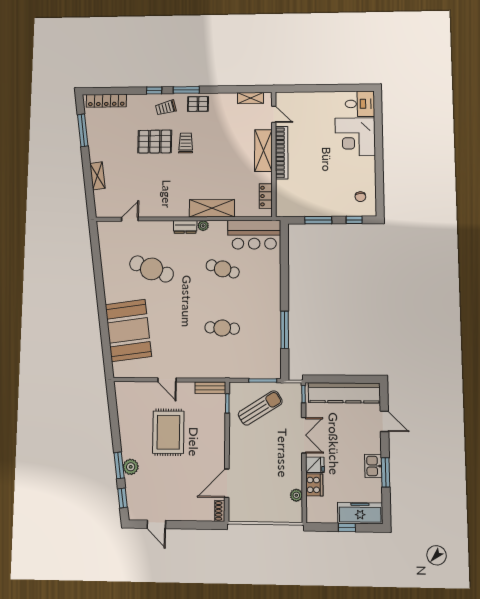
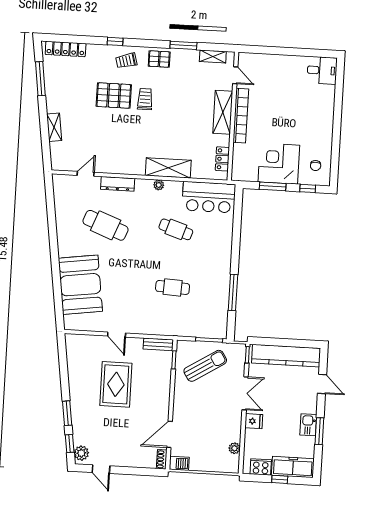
window: (186, 90) -> (183, 45), moved
corner desk: (355, 137) -> (279, 164), moved, turned 90
dresser: (185, 227) -> (118, 184), moved, width x1.44
plant: (131, 467) -> (81, 453), moved
cooker: (314, 485) -> (261, 467), moved, turned -90
barbecue: (238, 514) -> (179, 463), added

